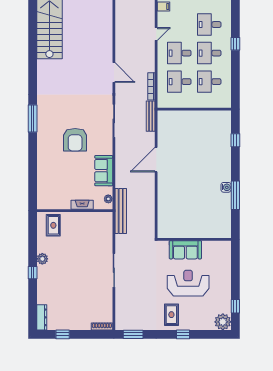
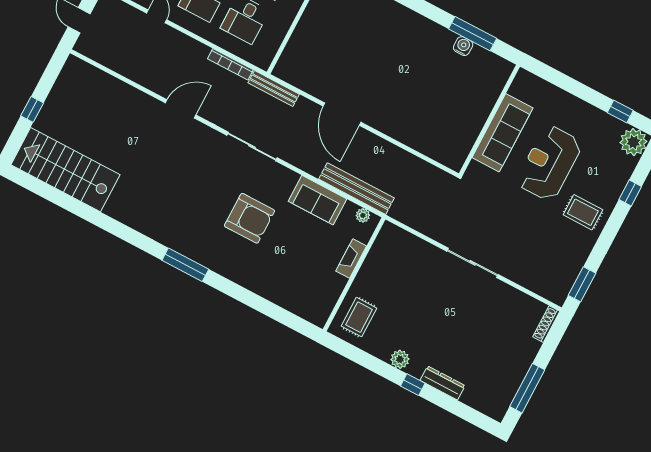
water cooler: (226, 187) -> (463, 46), moved
window: (235, 195) -> (473, 34), moved
bench: (121, 211) -> (356, 189), moved
rug: (53, 225) -> (359, 317), turned 90
sofa: (185, 250) -> (502, 133), width x1.36
dresser: (42, 317) -> (443, 383), moved
window: (63, 334) -> (527, 388), width x2.17
window: (183, 334) -> (630, 193), moved

